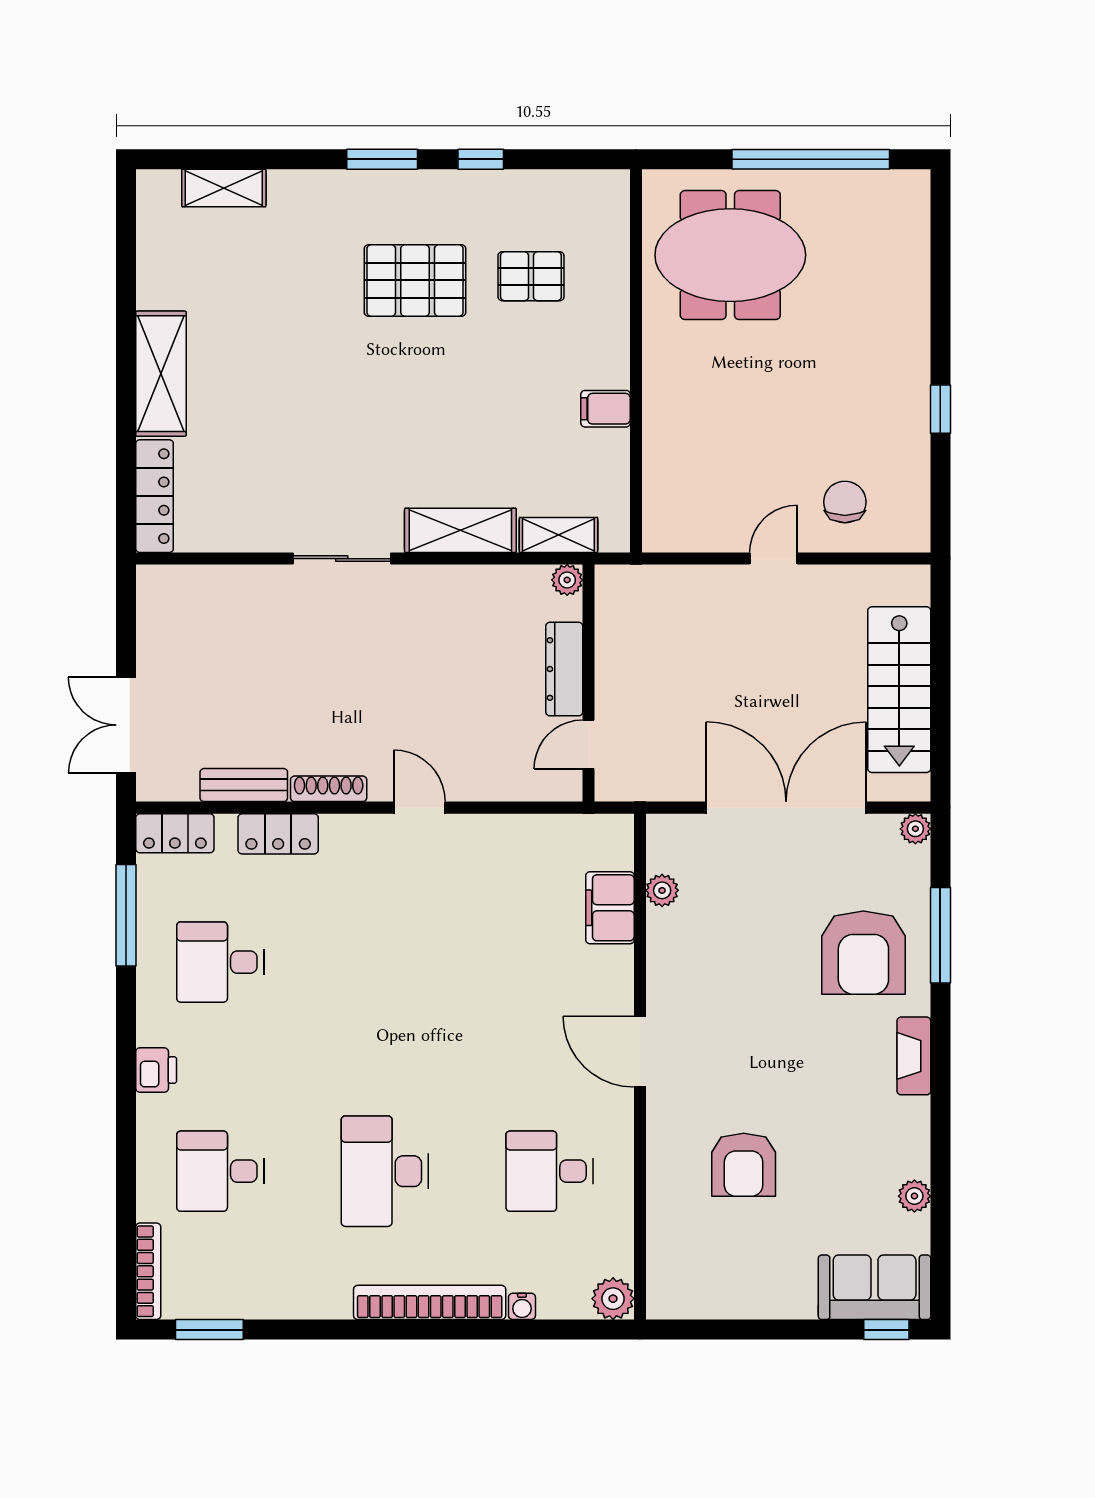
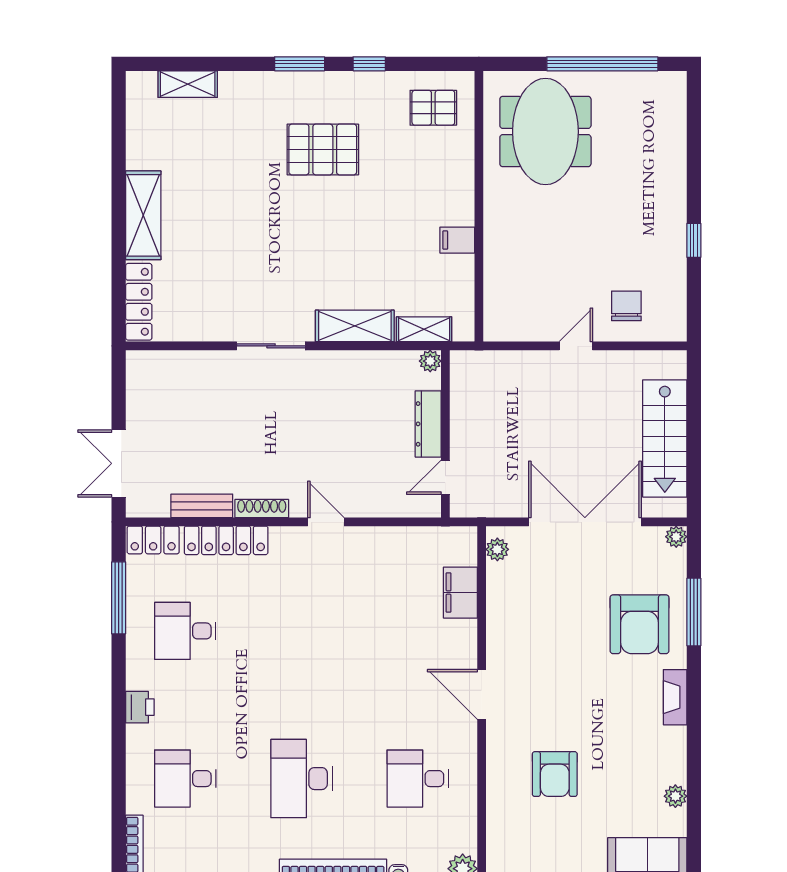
meeting table: (730, 255) -> (545, 132), turned 90
pallet: (531, 276) -> (433, 108), moved
locker: (278, 834) -> (226, 540), width x1.53
plant: (662, 890) -> (497, 549), moved

